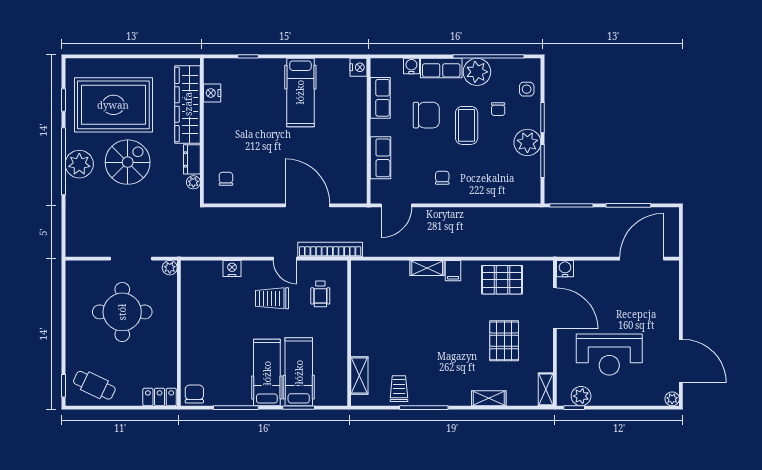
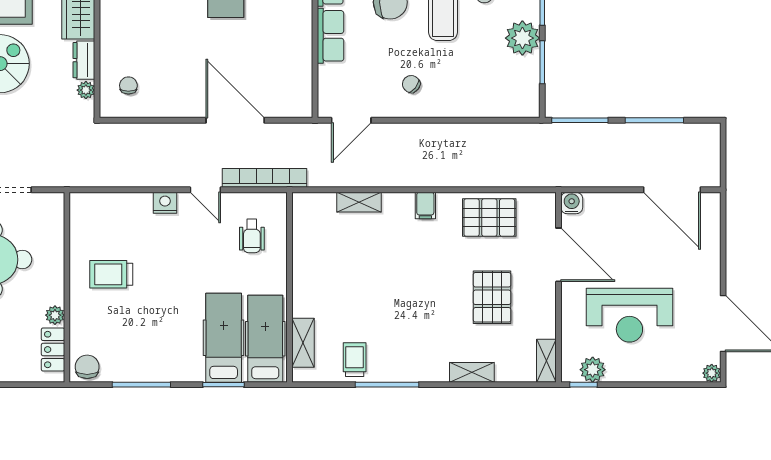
row of seats: (381, 158) -> (331, 36), moved
chair: (442, 178) -> (411, 84), turned -51
door: (642, 259) -> (672, 190), swing flipped
plant: (170, 268) -> (55, 315), moved
shelving: (427, 268) -> (359, 202), moved
nightstand: (232, 269) -> (165, 203), moved
trolley: (272, 298) -> (111, 274), moved
hospital bed: (267, 373) -> (265, 339), moved
locker: (160, 397) -> (53, 349), moved, turned -90

